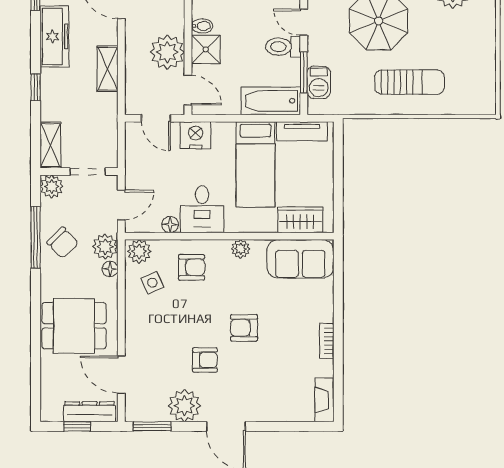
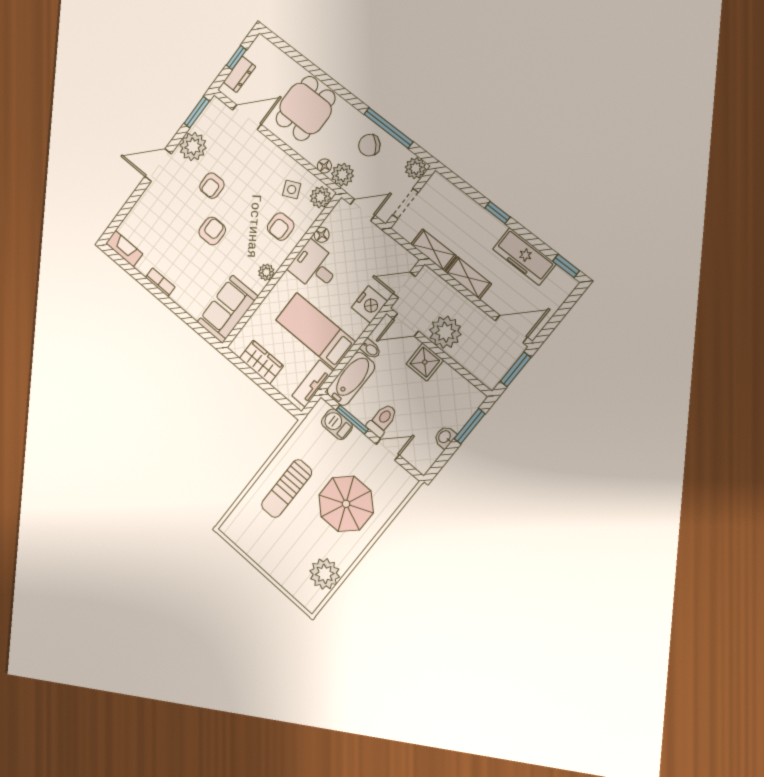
bidet: (202, 26) -> (371, 349), moved, turned -90
shelving: (50, 145) -> (433, 250), moved
door: (121, 205) -> (363, 210), swing flipped
wardrobe: (300, 220) -> (261, 362), moved, turned -90
dresser: (90, 412) -> (239, 74), width x0.70

